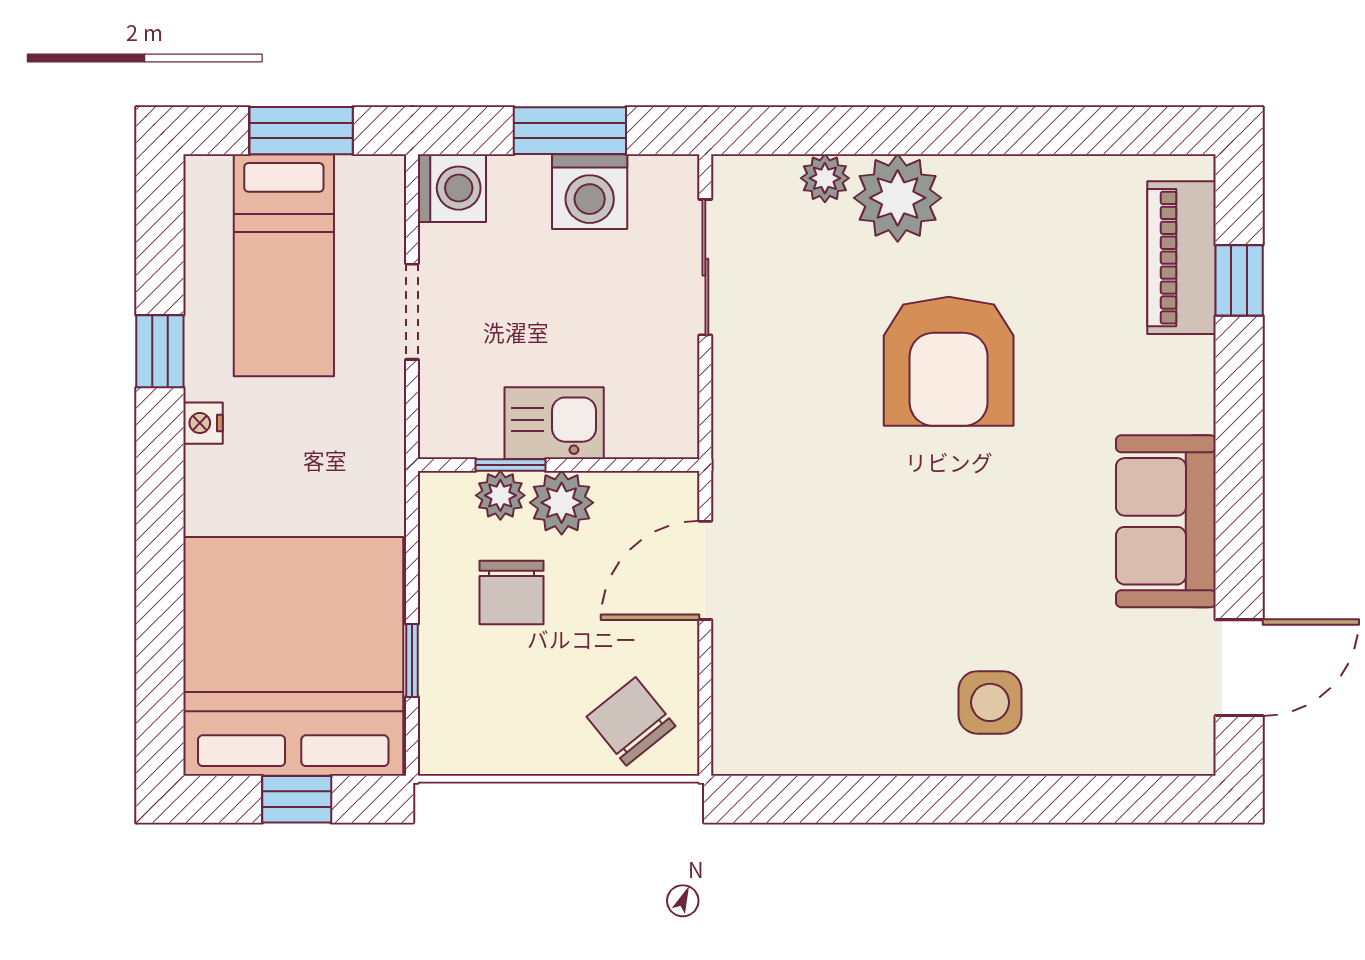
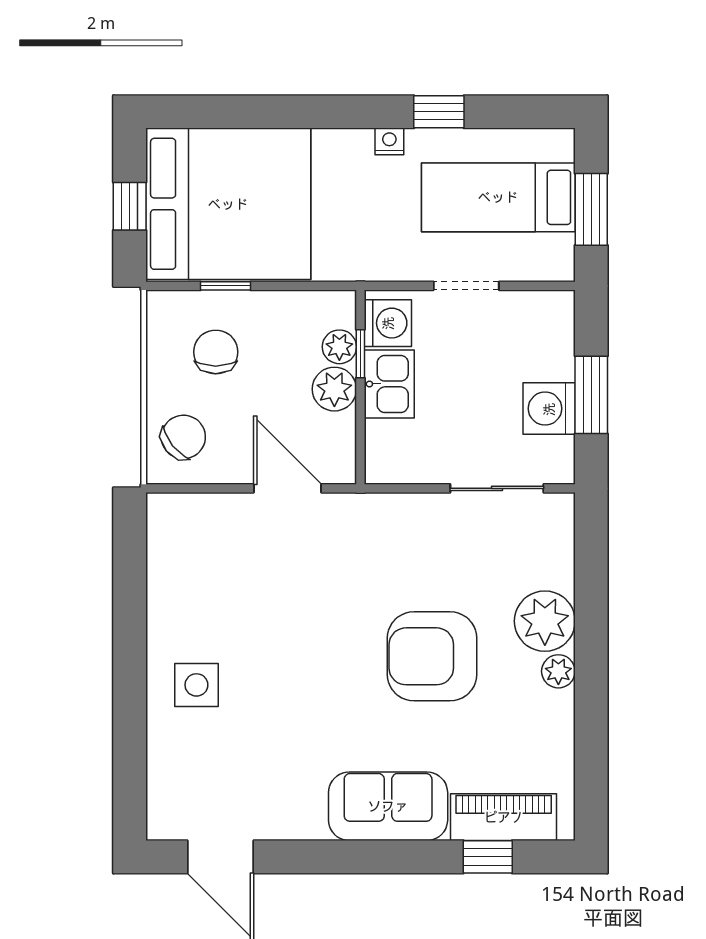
plant: (825, 178) -> (558, 671), moved
washing machine: (452, 188) -> (388, 323), moved, turned -90
sofa: (1166, 521) -> (388, 806), moved
chair: (511, 592) -> (216, 352), moved, turned 90

